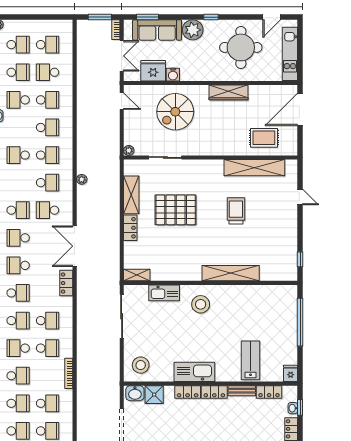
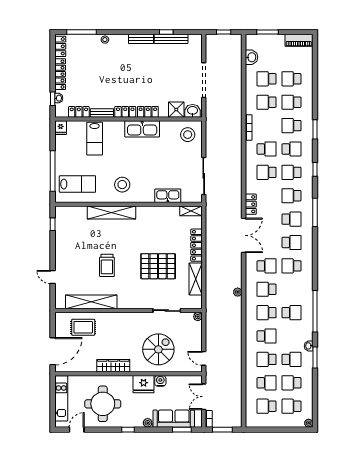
plant: (193, 30) -> (148, 423), width x0.53, depth x0.53
fridge: (153, 71) -> (144, 384), moved
school desk: (48, 127) -> (267, 336), turned 180
locker: (130, 228) -> (197, 245), width x1.53
stool: (201, 304) -> (122, 185), moved
lab bench: (271, 307) -> (77, 184), added
school desk: (48, 348) -> (267, 149), turned 180

